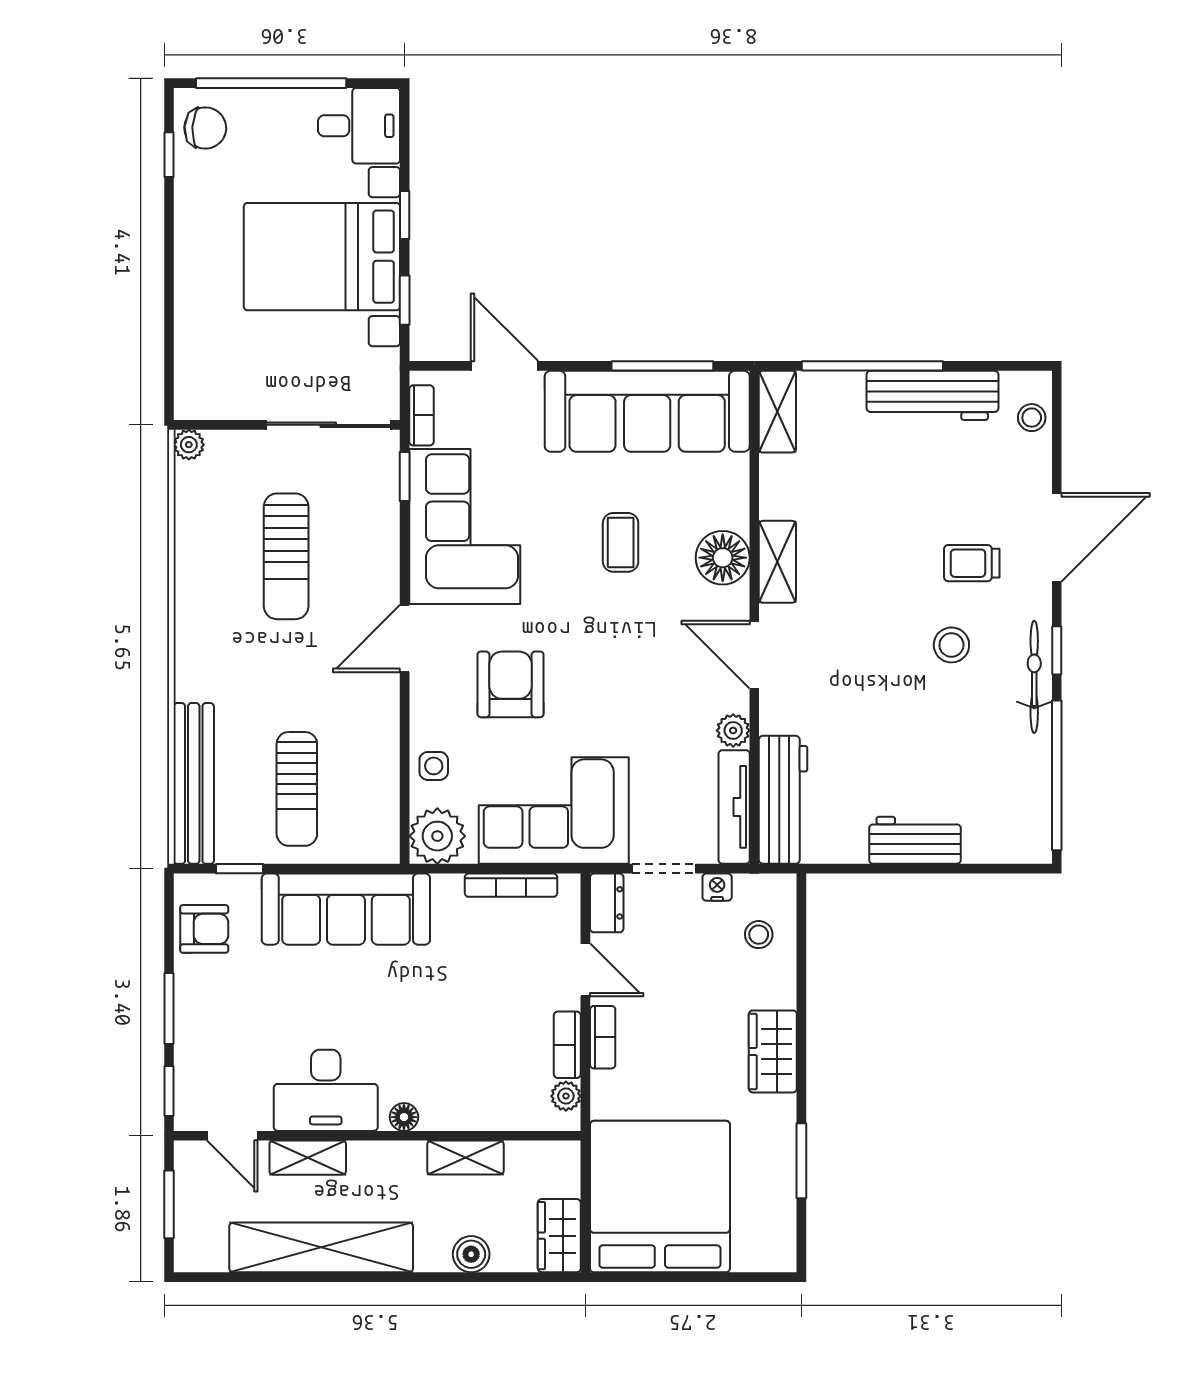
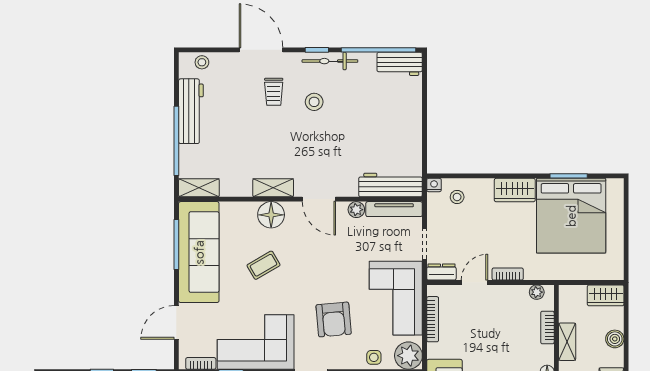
coffee table: (621, 542) -> (264, 265), turned -30
door: (754, 655) -> (319, 199), hinge flipped
armchair: (511, 684) -> (334, 319), turned -95
workbench: (915, 840) -> (400, 64), moved, turned -90
nightstand: (717, 887) -> (434, 185), moved, turned 90
bookcase: (567, 1045) -> (547, 328), moved, turned 90
bed: (660, 1197) -> (571, 216), moved, turned -90

